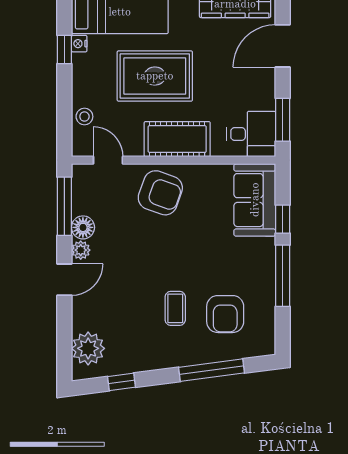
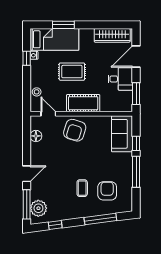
rug: (155, 76) -> (72, 72), width x0.73, depth x0.70
desk: (251, 134) -> (120, 79), moved
armchair: (160, 193) -> (75, 130), turned 87
window: (64, 206) -> (27, 204), moved
floor lamp: (83, 227) -> (36, 136), moved
plant: (81, 250) -> (35, 159), removed
armchair: (225, 314) -> (107, 191), turned 180

